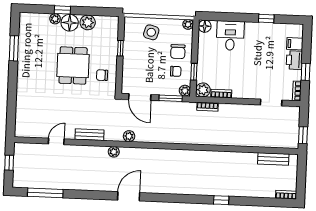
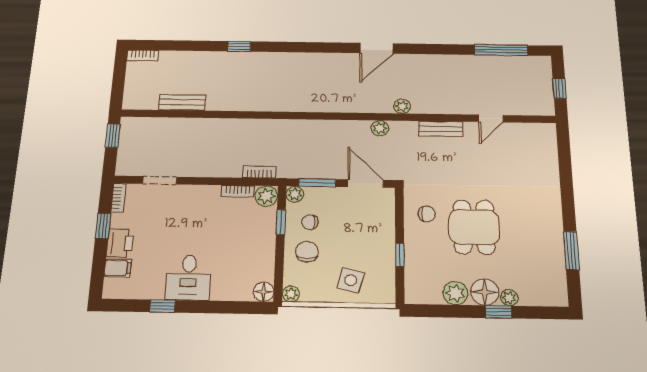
desk: (230, 36) -> (188, 278), moved
bench: (273, 159) -> (182, 102), moved

